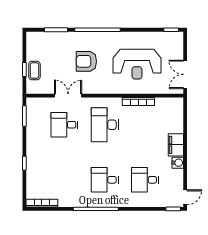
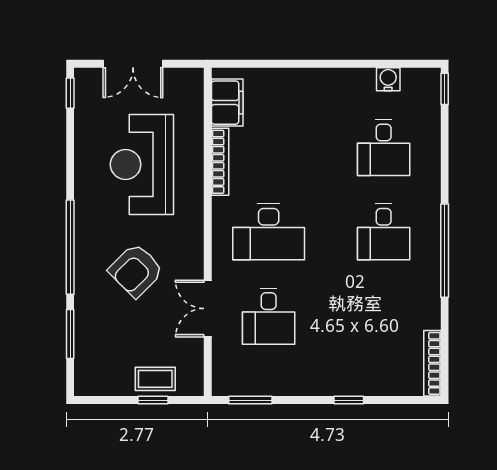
armchair: (86, 61) -> (136, 270), turned 45
reception desk: (137, 64) -> (142, 164), turned 180
double door: (185, 74) -> (133, 64), moved
filing cabinet: (176, 145) -> (227, 103), moved, turned -90
water cooler: (178, 163) -> (388, 79), moved
door: (185, 197) -> (420, 64), removed

